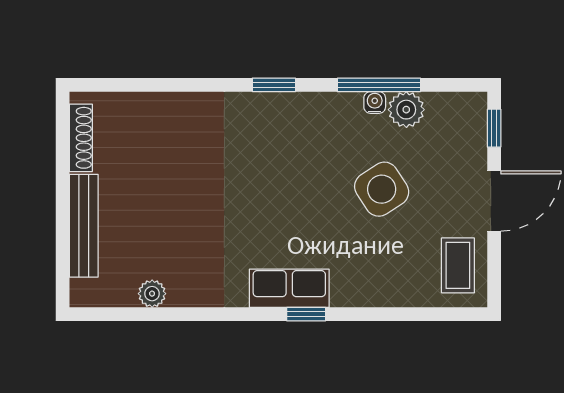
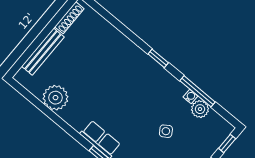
side table: (382, 189) -> (166, 131), width x0.54, depth x0.54
plant: (152, 294) -> (56, 98), width x1.87, depth x1.87

